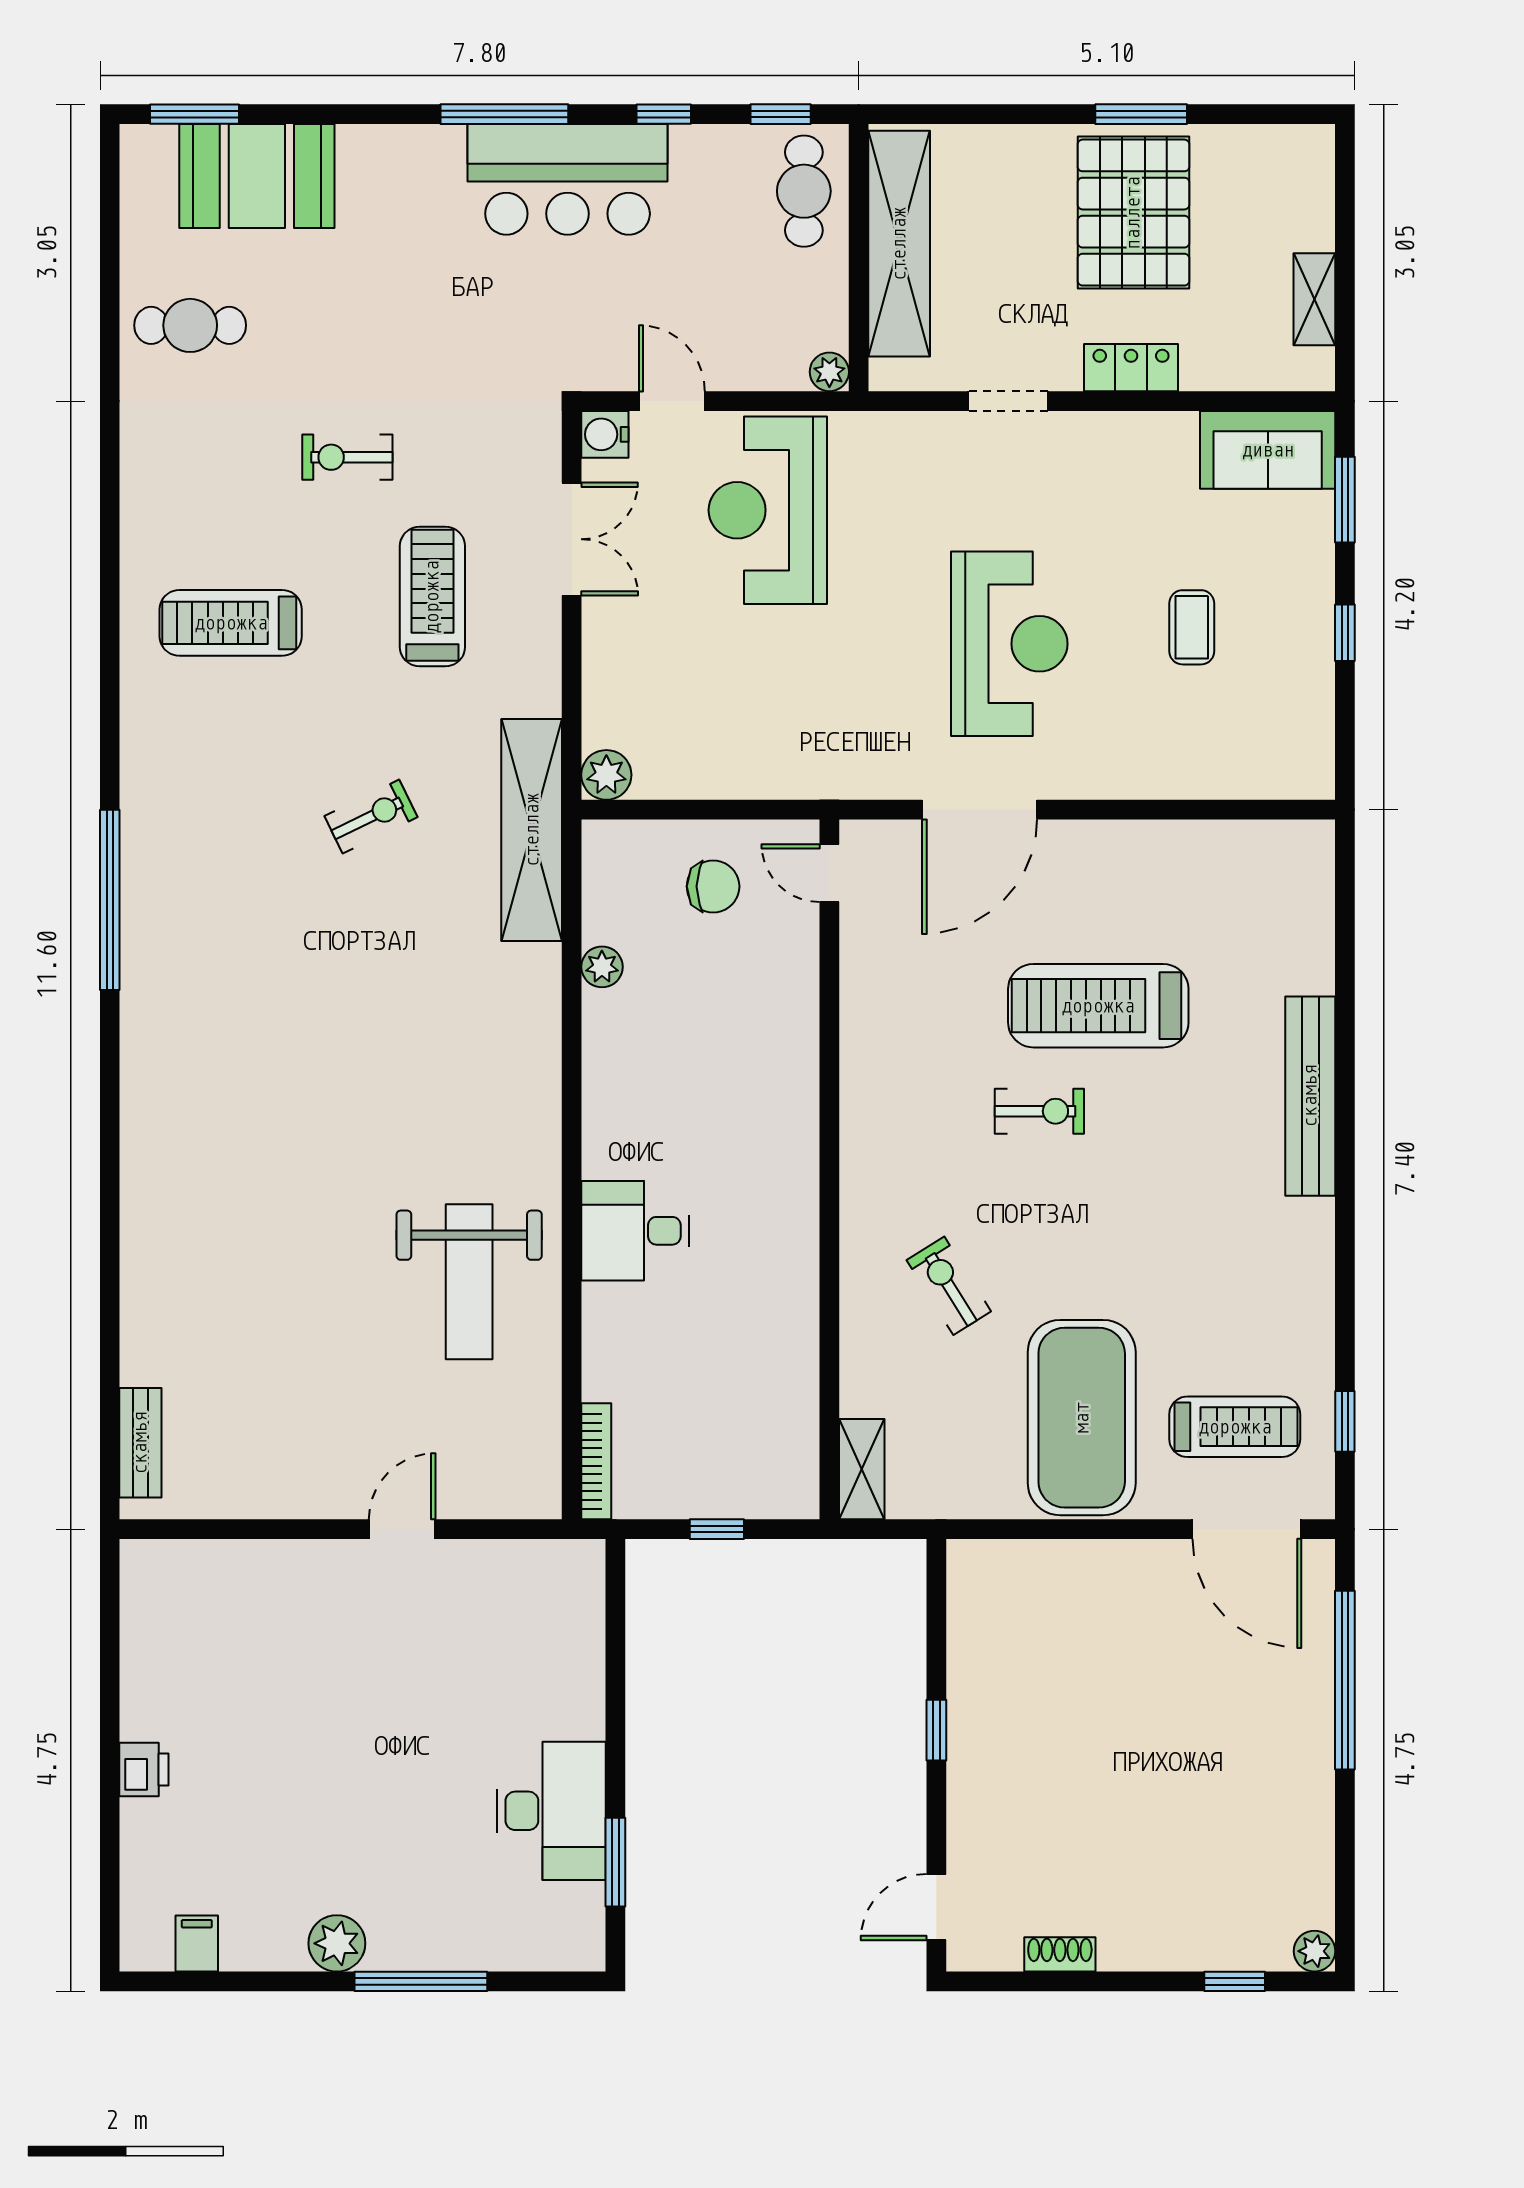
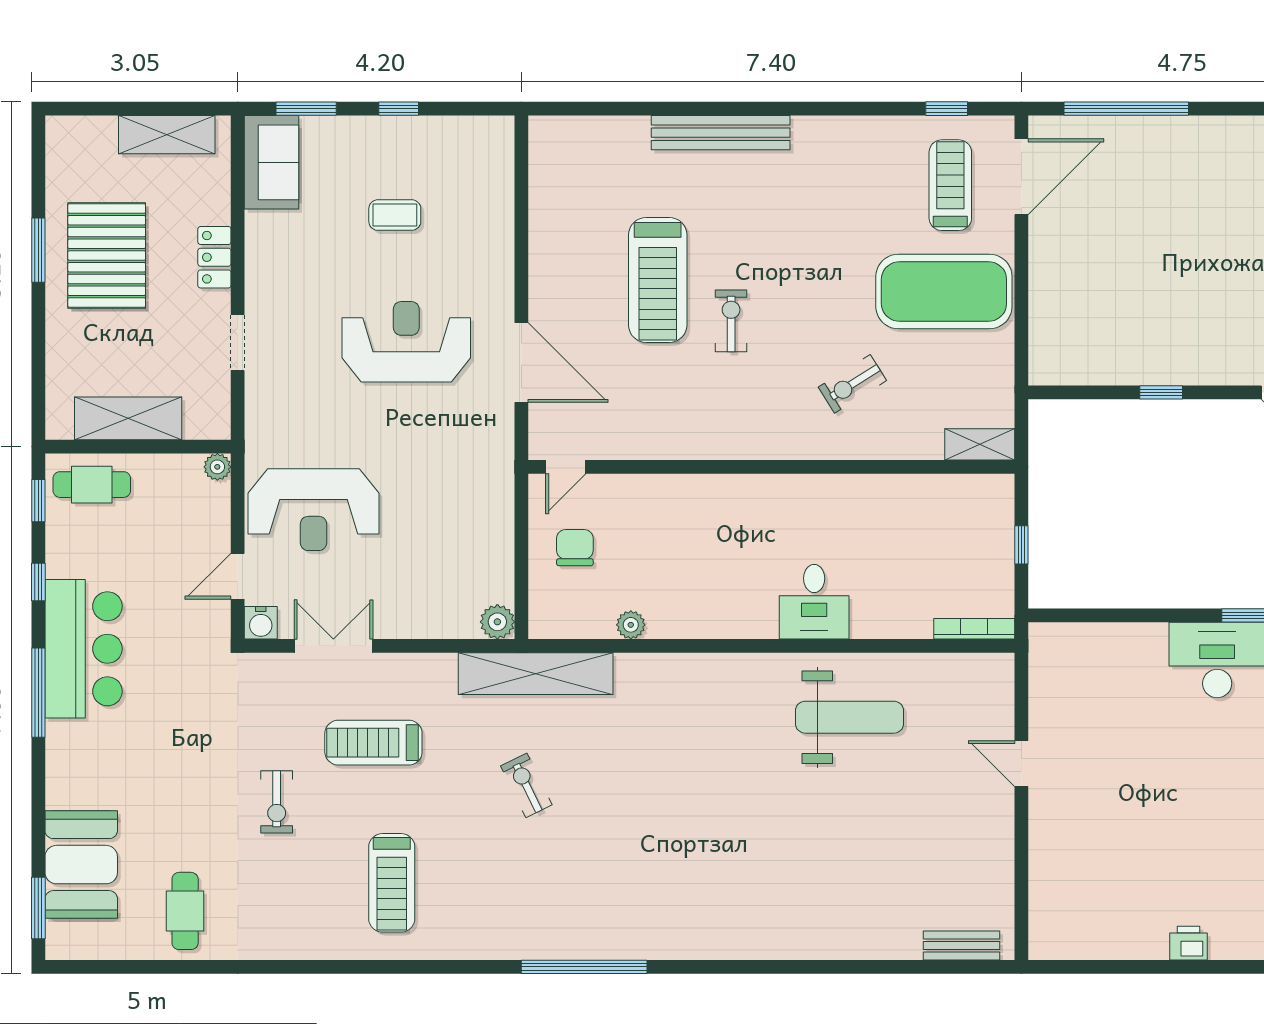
pallet: (1133, 213) -> (107, 256), turned 90
shelving: (899, 244) -> (128, 418), width x0.68
shelving: (1314, 299) -> (167, 135), width x1.50, depth x1.33

